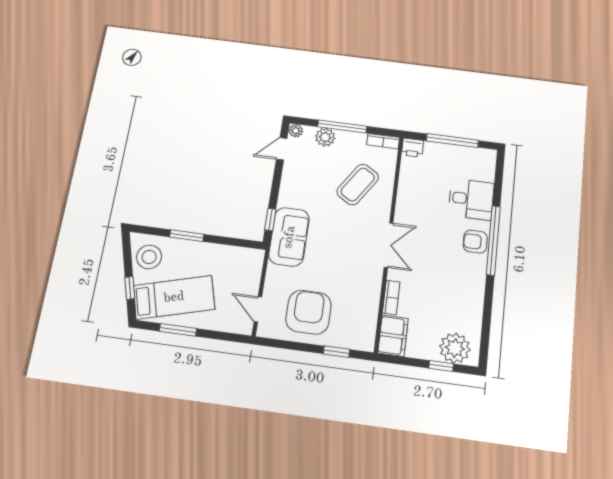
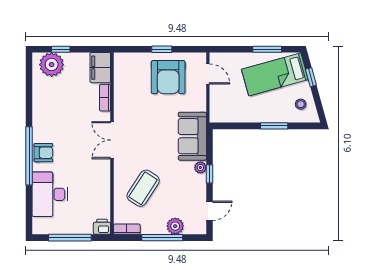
plant: (296, 131) -> (200, 168), moved
desk: (471, 199) -> (50, 194), width x1.37
window: (270, 219) -> (209, 174), moved
stool: (149, 257) -> (301, 104), width x0.53, depth x0.53
window: (336, 352) -> (162, 49), moved

